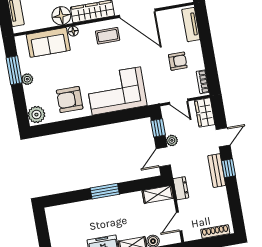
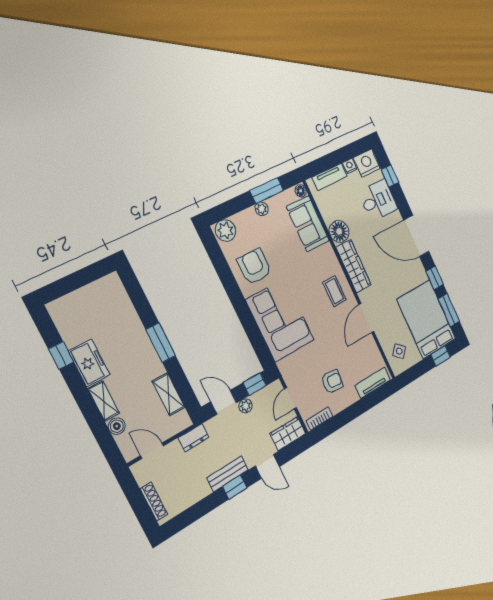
door: (137, 13) -> (366, 318), width x0.73
floor lamp: (73, 31) -> (301, 191), moved
armchair: (178, 61) -> (332, 381), turned -85
shelving: (158, 194) -> (169, 394), moved

